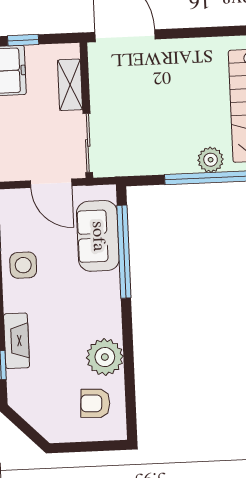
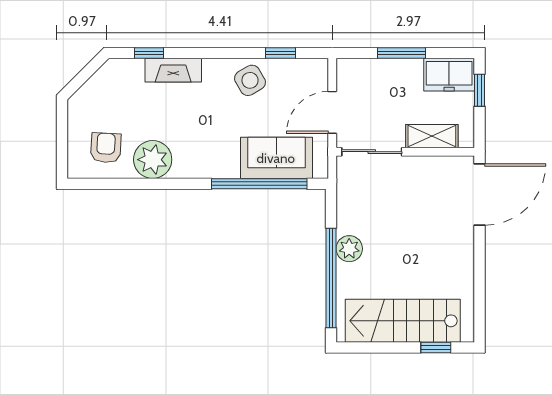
plant: (211, 160) -> (349, 249), moved
side table: (23, 265) -> (250, 80), turned -30

